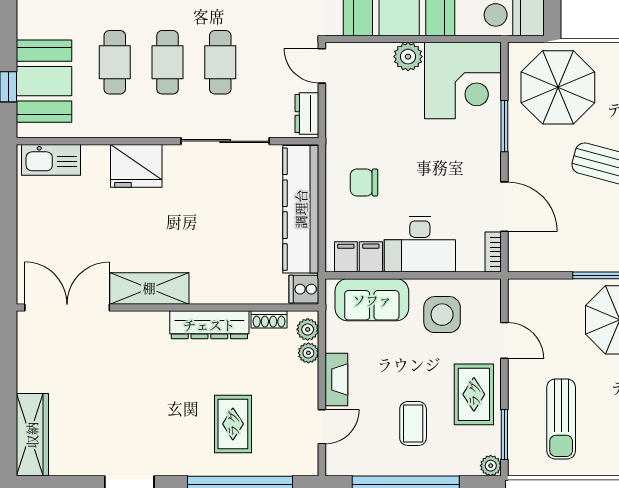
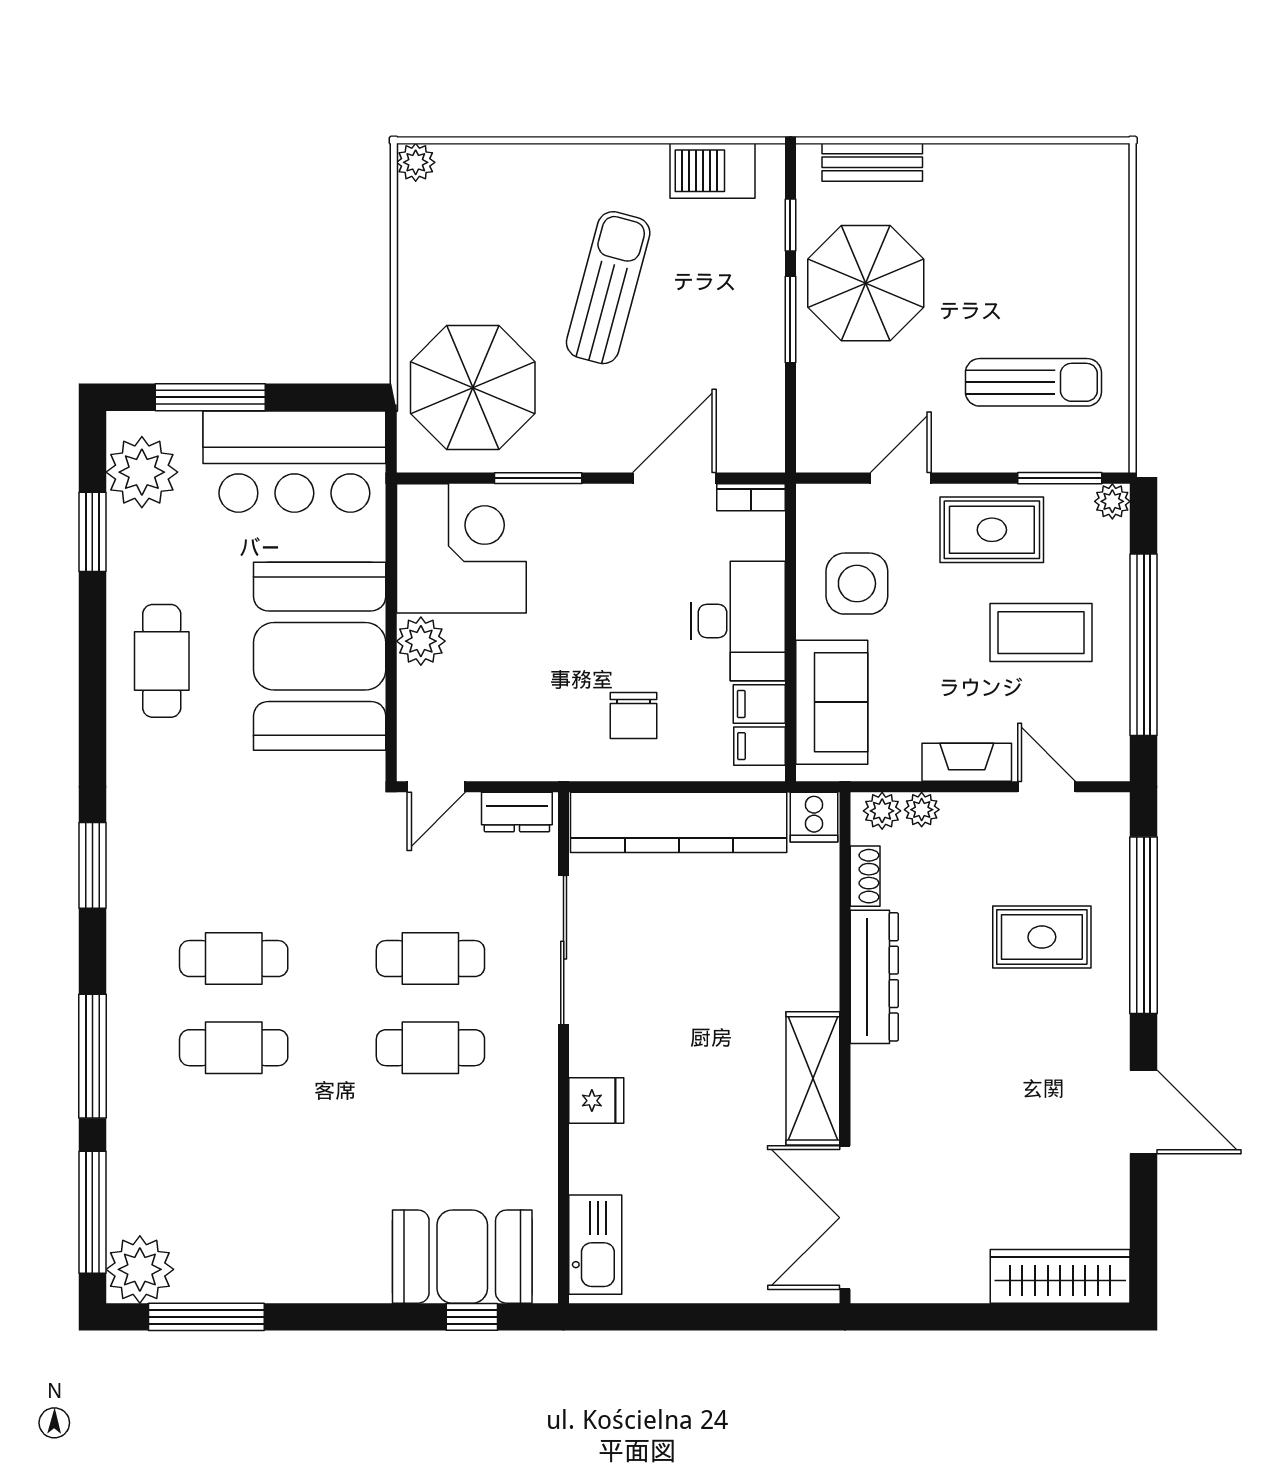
cafe table: (115, 62) -> (430, 1137), removed
fridge: (136, 166) -> (596, 1101), width x0.53, depth x0.75
coffee table: (413, 423) -> (1041, 633), width x1.36, depth x1.30

